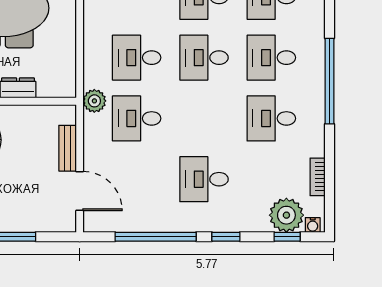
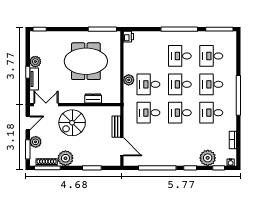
plant: (94, 101) -> (129, 80), moved
desk: (204, 179) -> (180, 113), moved
plant: (286, 215) -> (208, 158), moved

